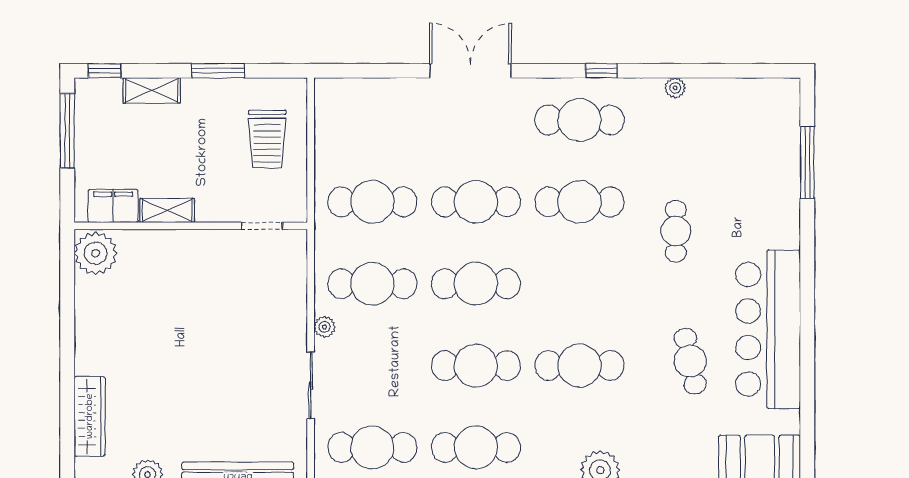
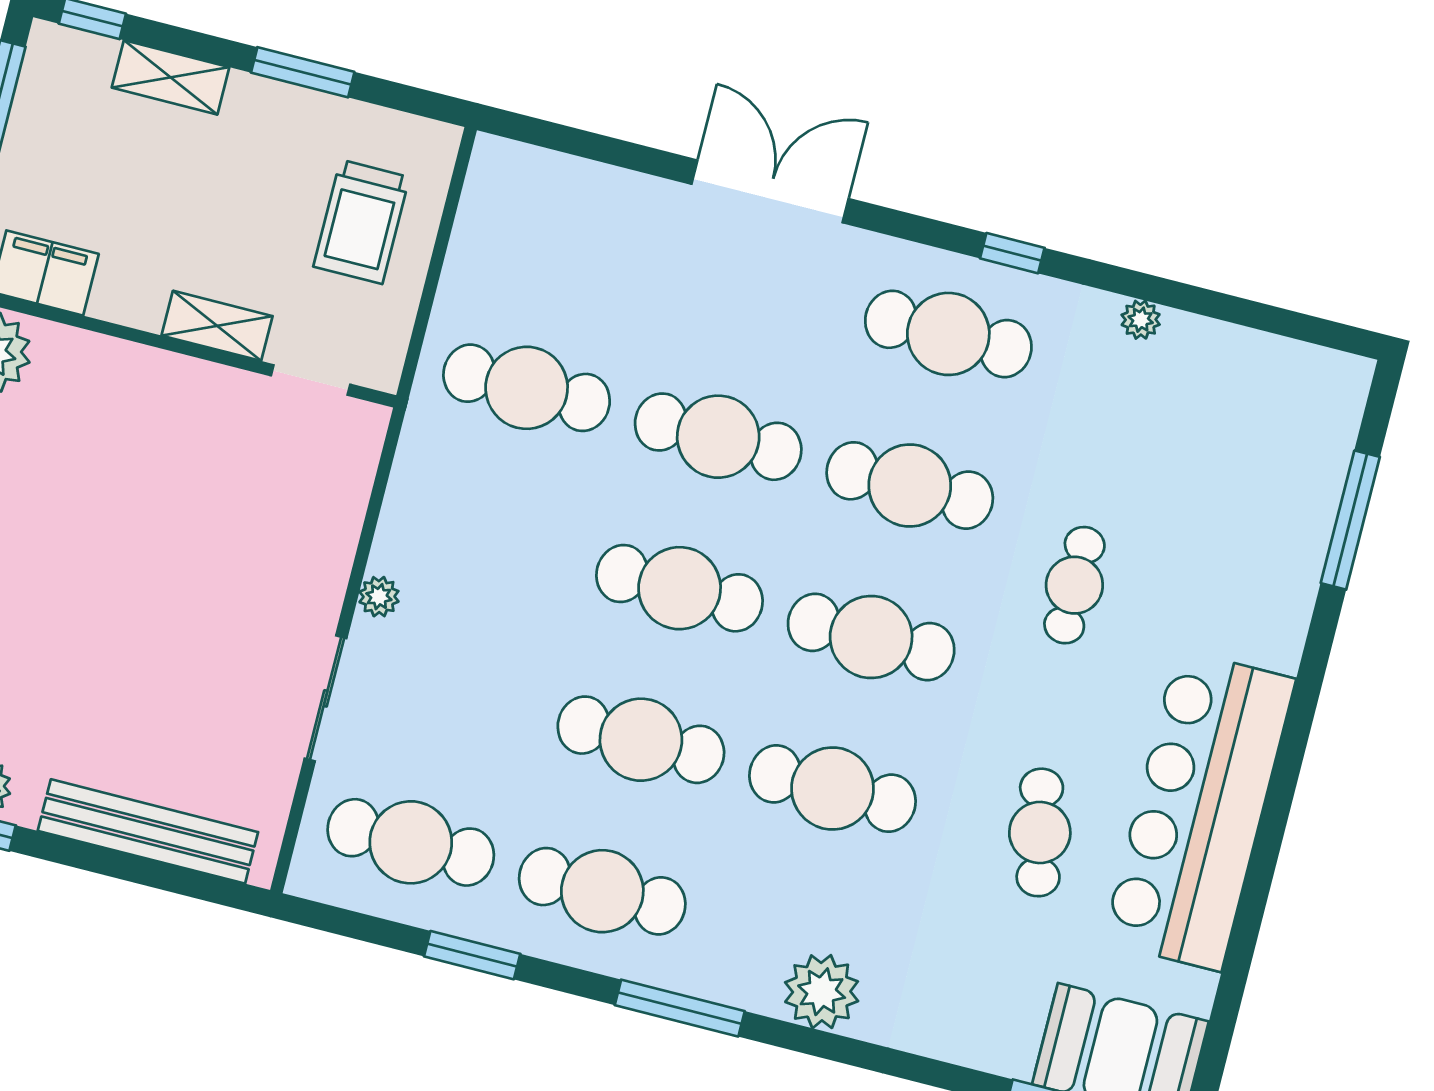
shelving: (167, 210) -> (217, 326), moved
cafe table: (372, 284) -> (871, 637), moved

